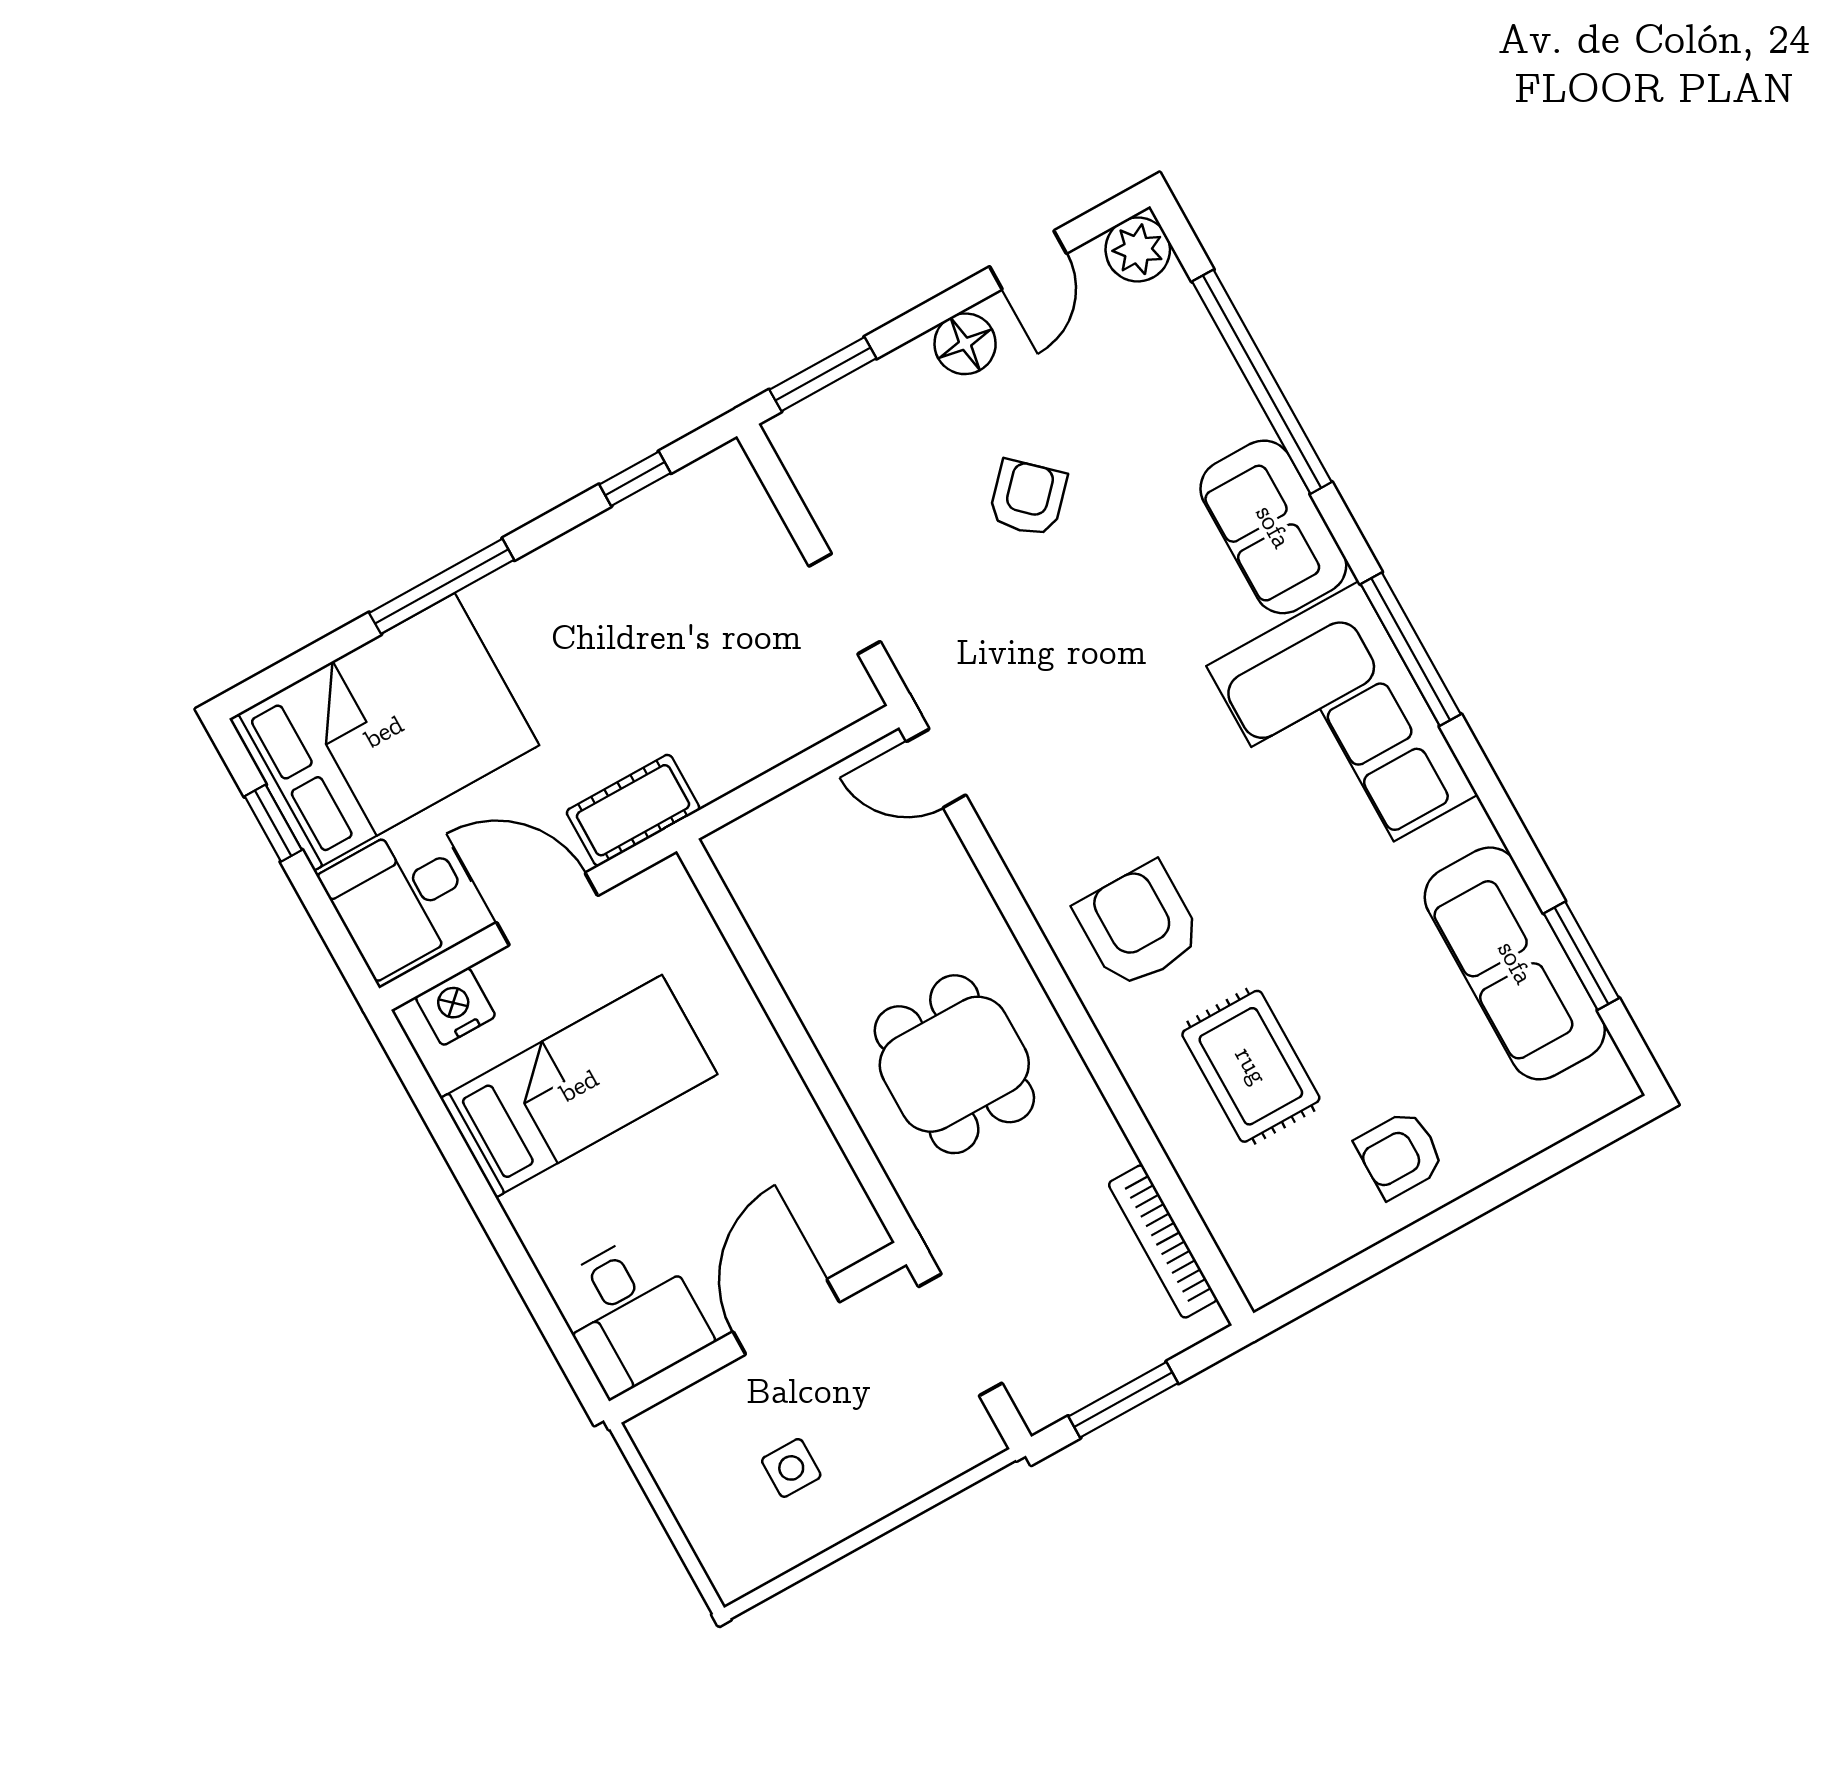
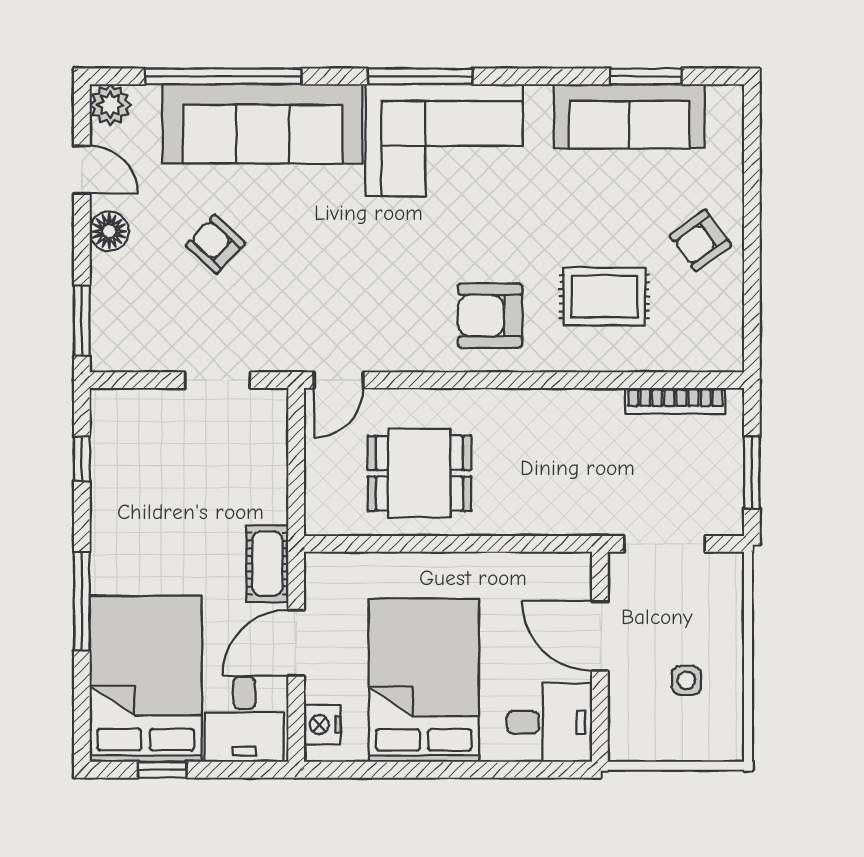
sofa: (1273, 527) -> (263, 124), width x1.85, depth x1.27
dining table: (954, 1064) -> (419, 473), moved
bed: (579, 1086) -> (424, 680), width x1.50
armchair: (1400, 1154) -> (700, 240), turned 54

